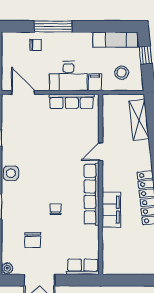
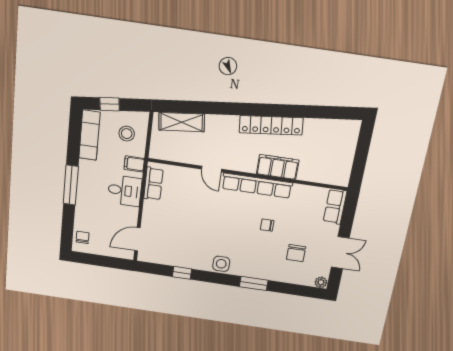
window: (53, 26) -> (71, 185), moved
chair: (36, 45) -> (83, 237), moved
desk: (68, 76) -> (125, 191), width x0.73
row of seats: (72, 101) -> (153, 184), width x0.68
chair: (33, 240) -> (296, 253), turned 90

